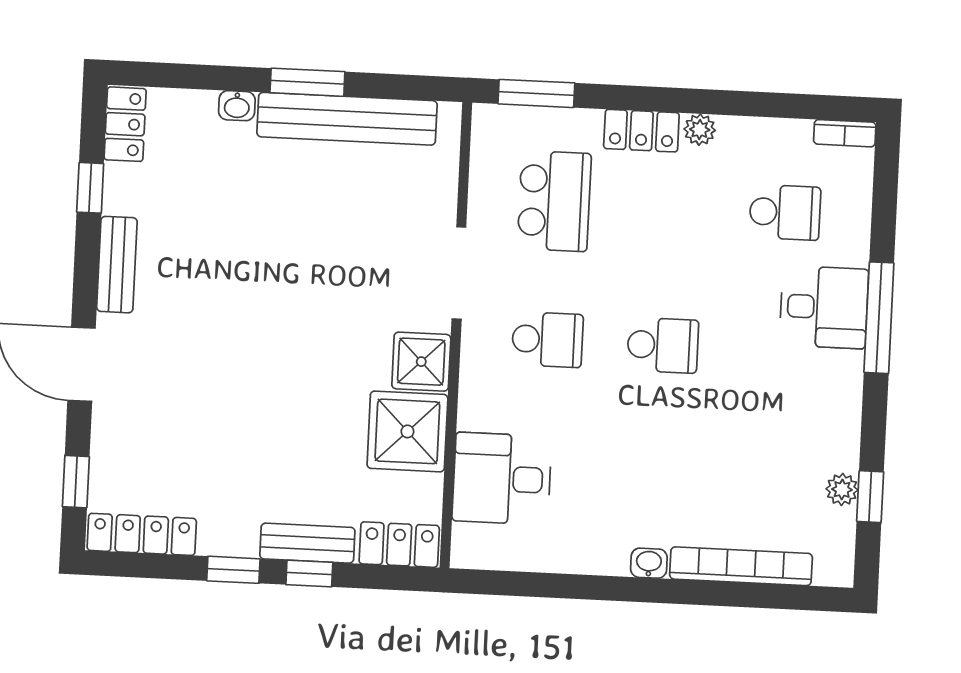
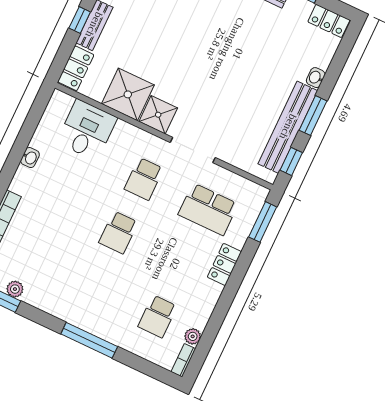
window: (406, 87) -> (291, 161), added
plant: (700, 130) -> (193, 336), moved
desk: (824, 307) -> (105, 316), removed
washbasin: (649, 563) -> (30, 158), moved

